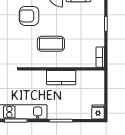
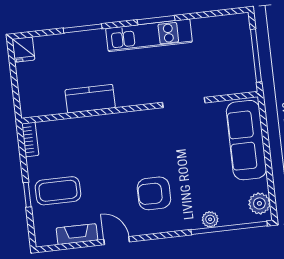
armchair: (29, 16) -> (154, 193), turned 180
coffee table: (51, 44) -> (58, 191), moved

